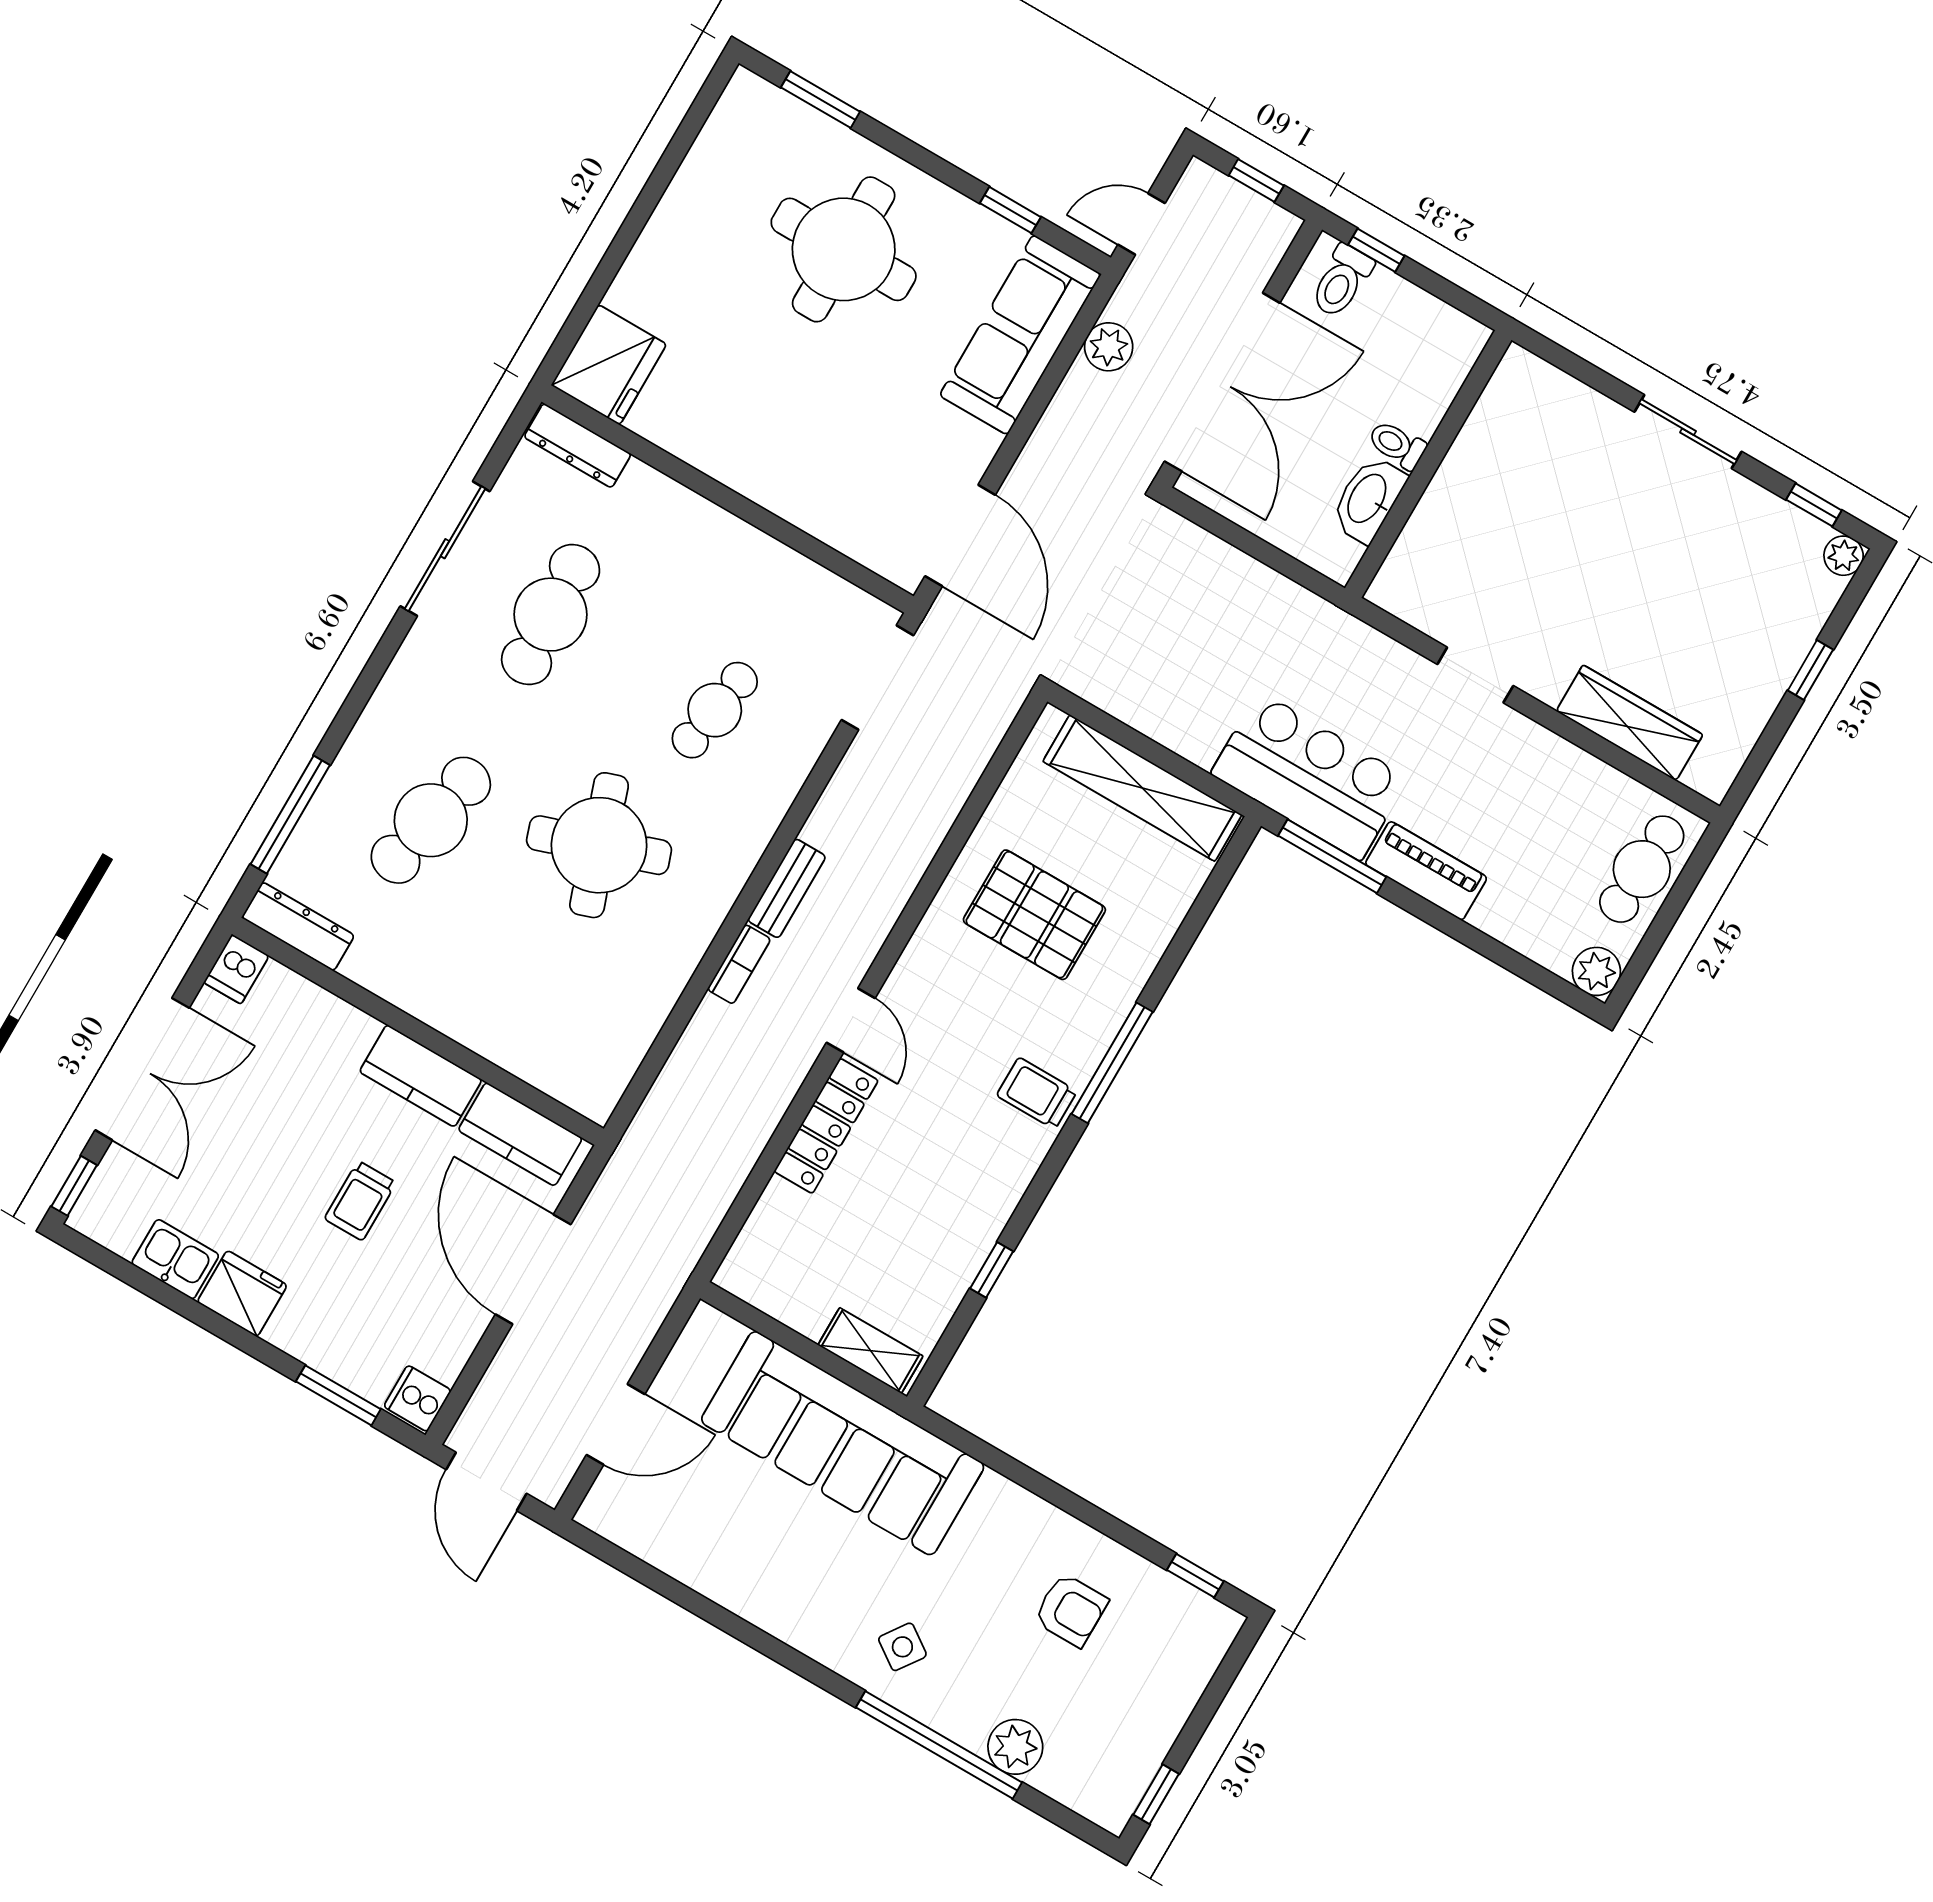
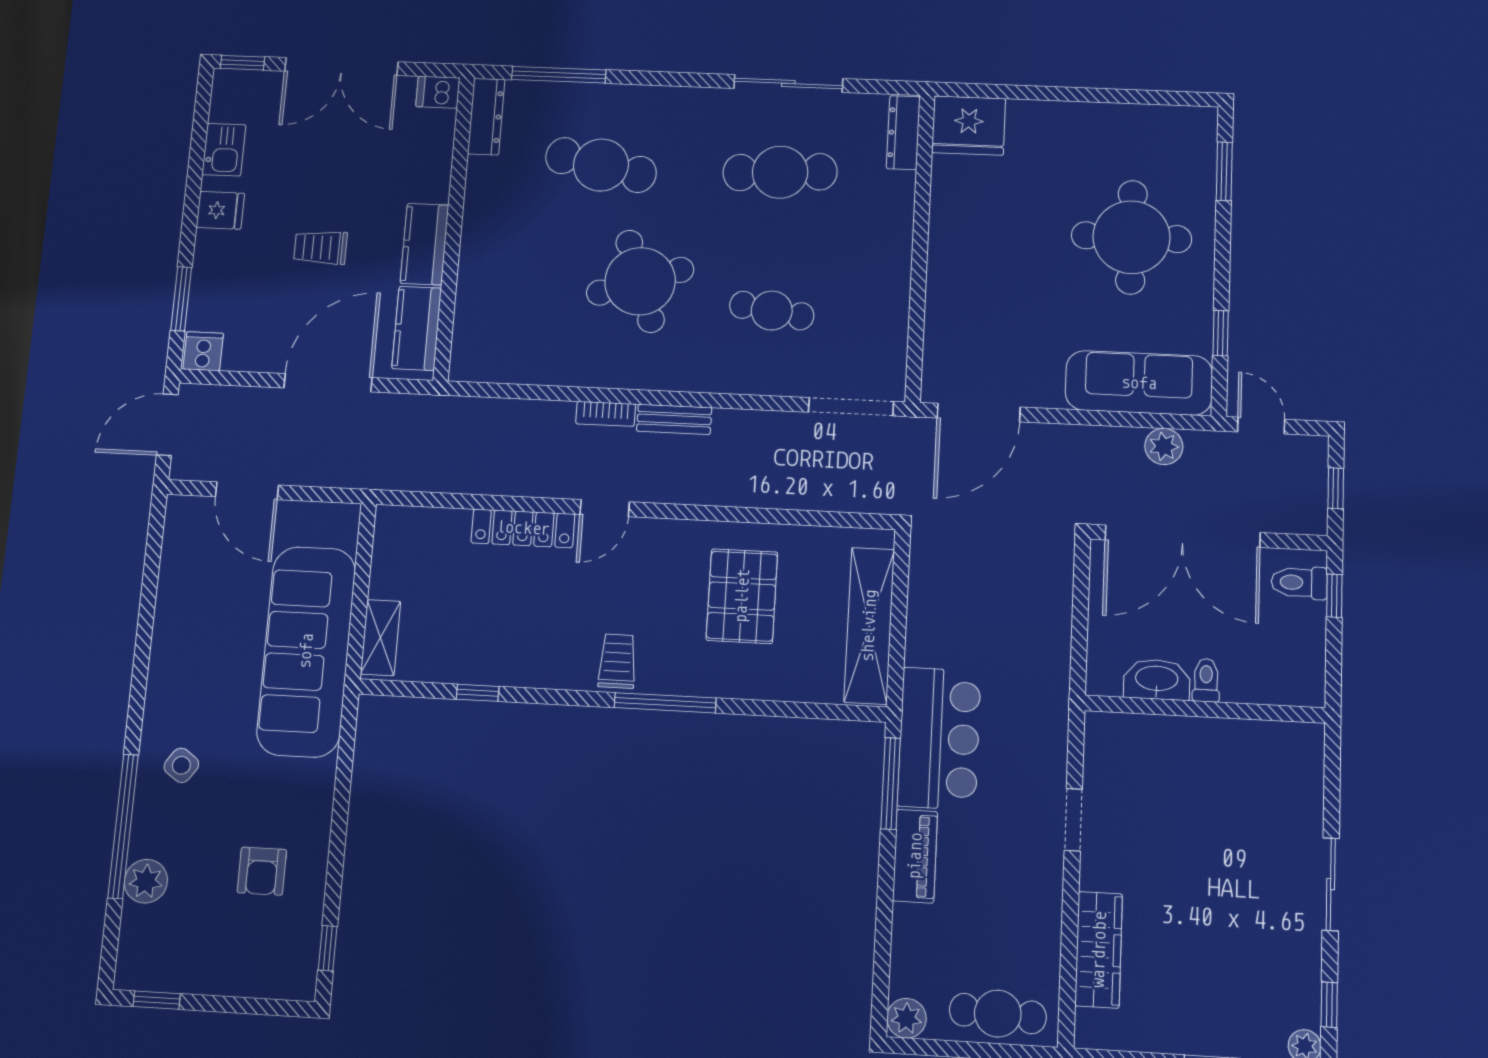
fridge: (242, 1294) -> (220, 210), width x0.72

